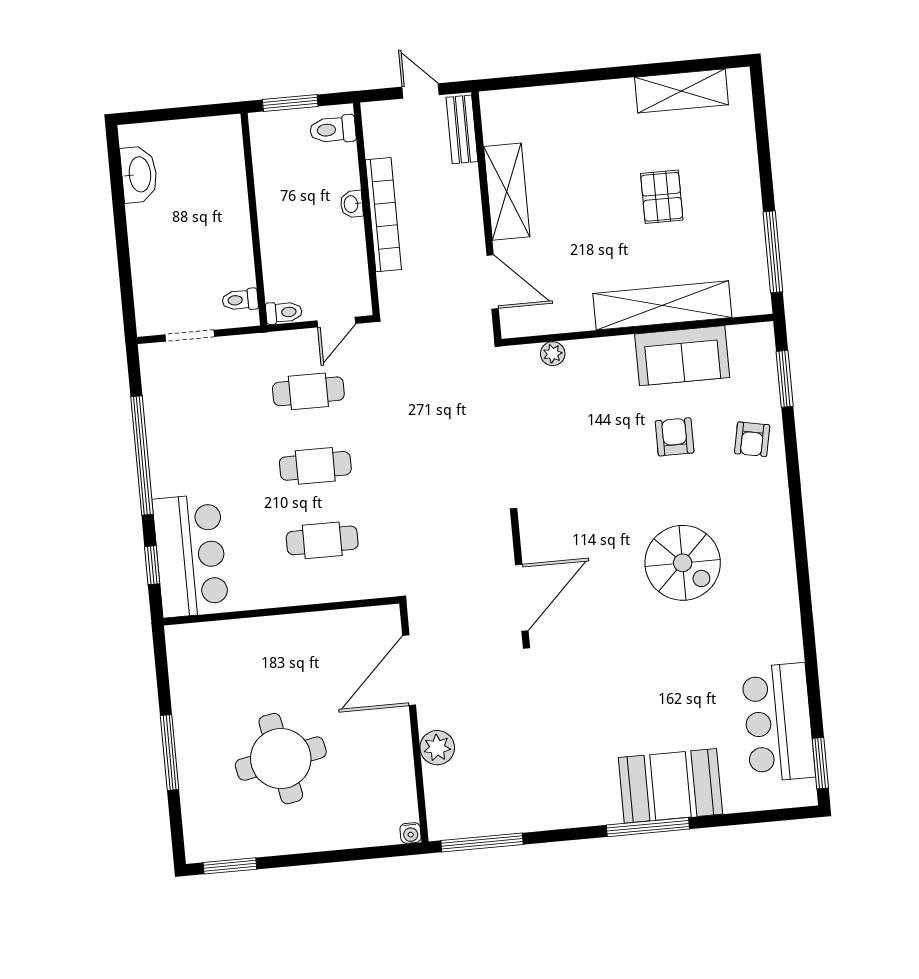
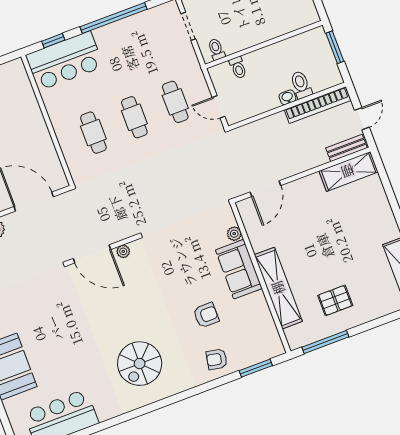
toilet: (333, 130) -> (301, 85), moved
shelving: (507, 192) -> (348, 171), moved
pallet: (662, 197) -> (335, 300), moved
bookcase: (383, 215) -> (317, 105), moved
toilet: (284, 312) -> (238, 68), moved
sofa: (682, 356) -> (239, 269), moved
plant: (532, 545) -> (123, 251), added
spiral stairs: (683, 563) -> (140, 364), moved

